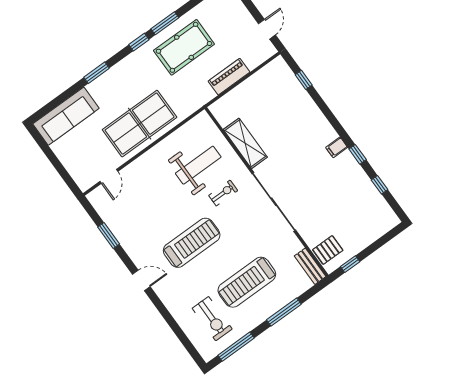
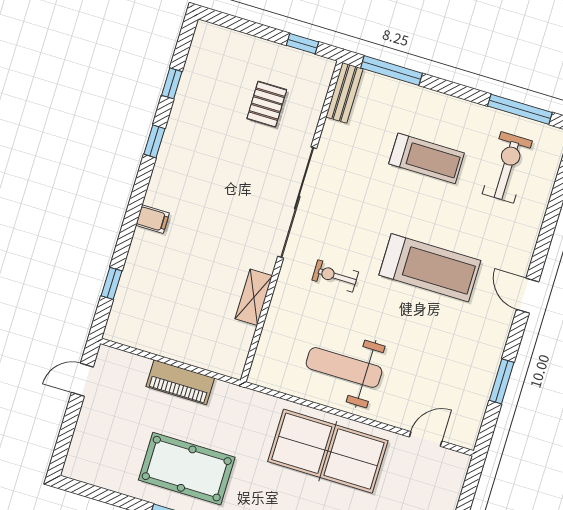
shelving: (245, 143) -> (254, 297), width x0.67, depth x0.75
filing cabinet: (337, 147) -> (152, 219), moved
weight bench: (198, 165) -> (344, 367), moved
treadmill: (192, 243) -> (430, 268), turned 180
pallet: (328, 250) -> (267, 104), moved, turned 90
treadmill: (247, 282) -> (427, 158), width x0.73, depth x0.73
window: (284, 312) -> (392, 71), moved

